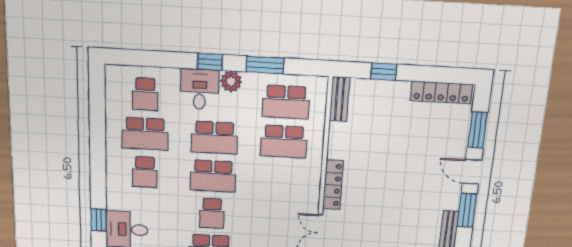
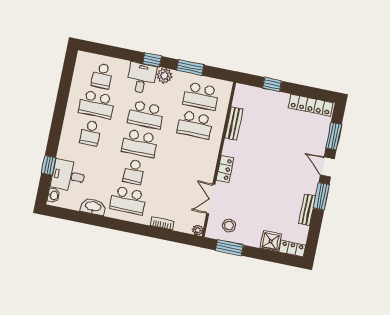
bench: (340, 99) -> (234, 124), moved
locker: (333, 185) -> (225, 169), width x0.66

